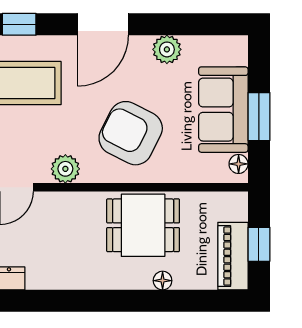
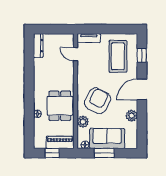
door: (103, 24) -> (142, 89), hinge flipped
plant: (65, 169) -> (83, 122), moved
piano: (233, 256) -> (60, 142), moved

